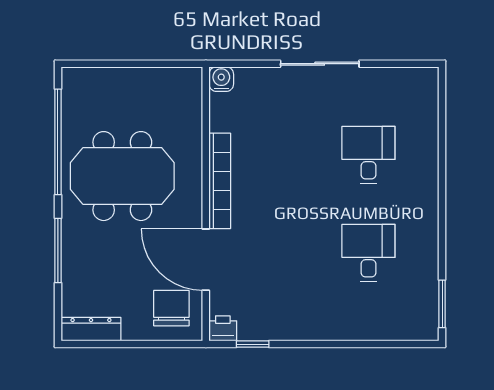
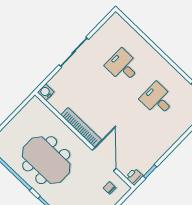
meeting table: (122, 176) -> (46, 160), turned 90
door: (206, 260) -> (104, 159), swing flipped
chair: (171, 308) -> (110, 188), width x0.54, depth x0.54

